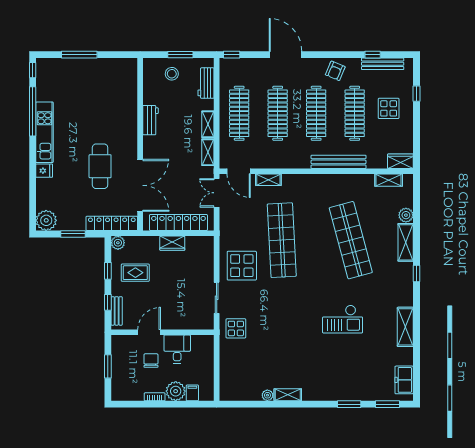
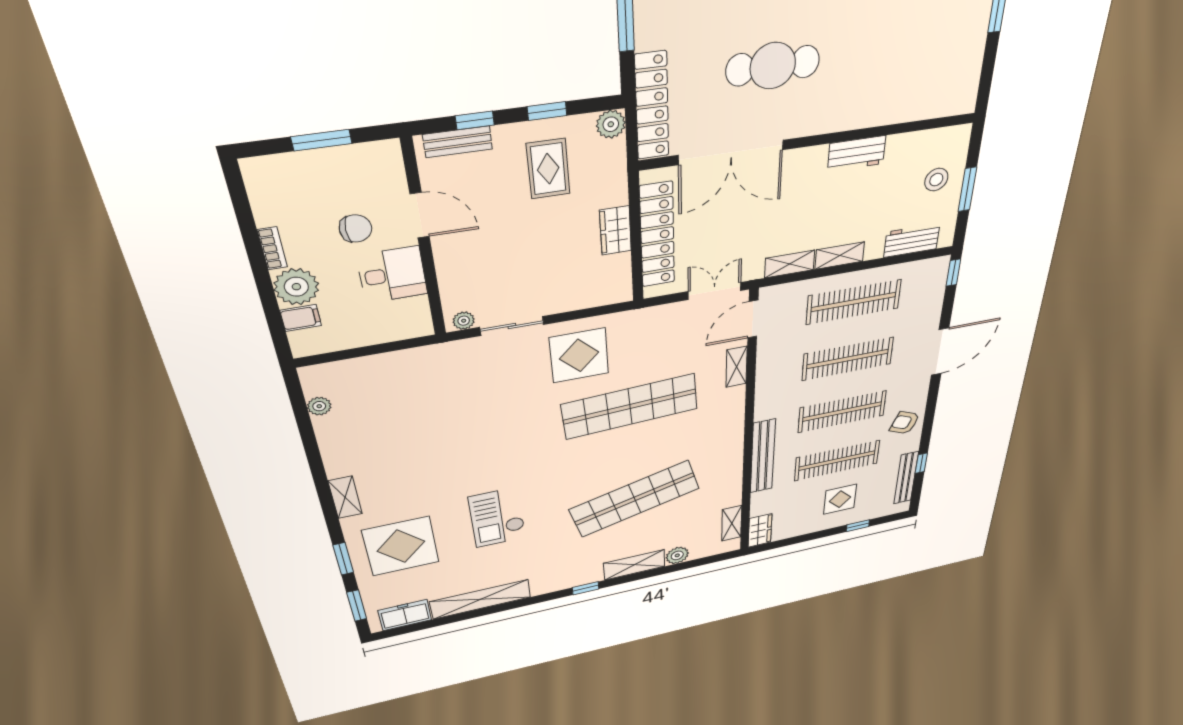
plant: (209, 320) -> (464, 321), added
shelving: (405, 327) -> (481, 599), width x1.47
display table: (236, 328) -> (401, 546), moved, width x1.86, depth x1.86
plant: (267, 395) -> (319, 406), moved
shelving: (288, 395) -> (345, 497), moved

